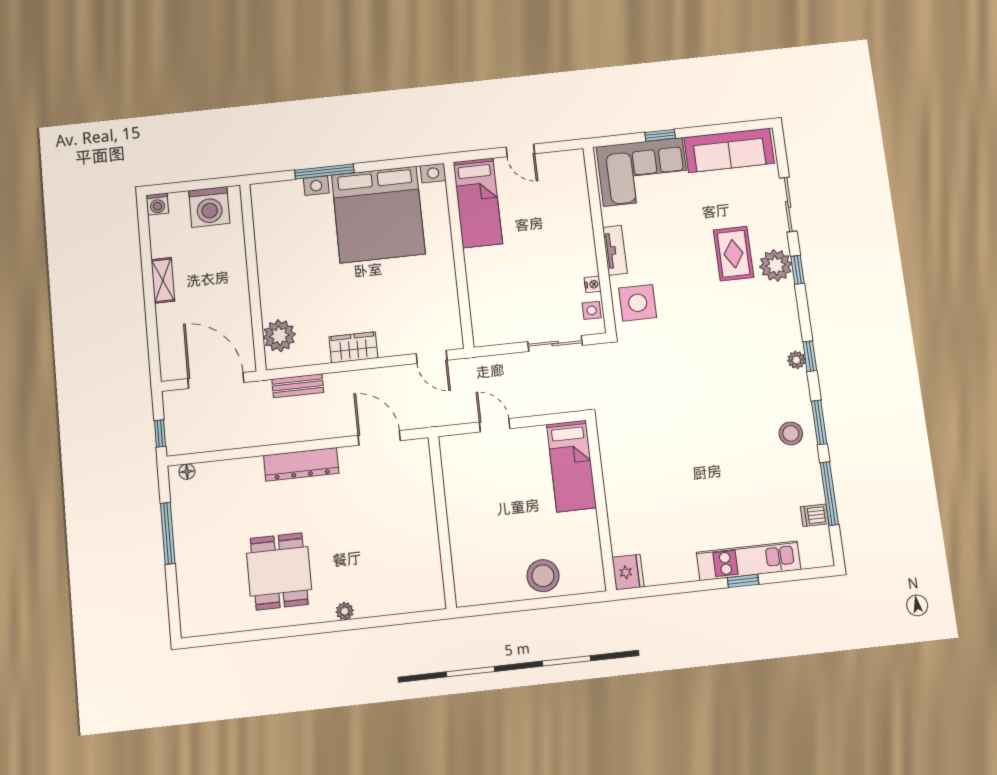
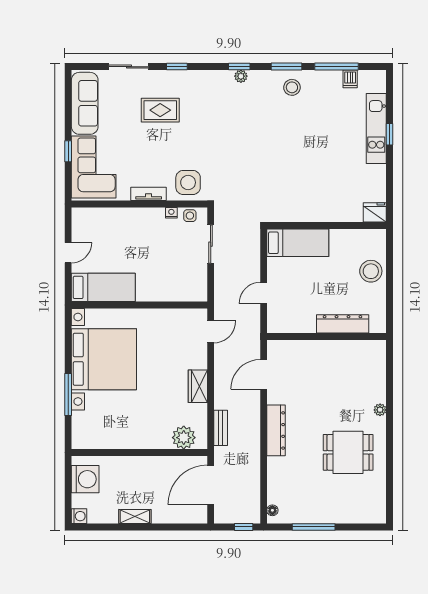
plant: (776, 265) -> (172, 81), removed
dresser: (463, 543) -> (343, 324), added

